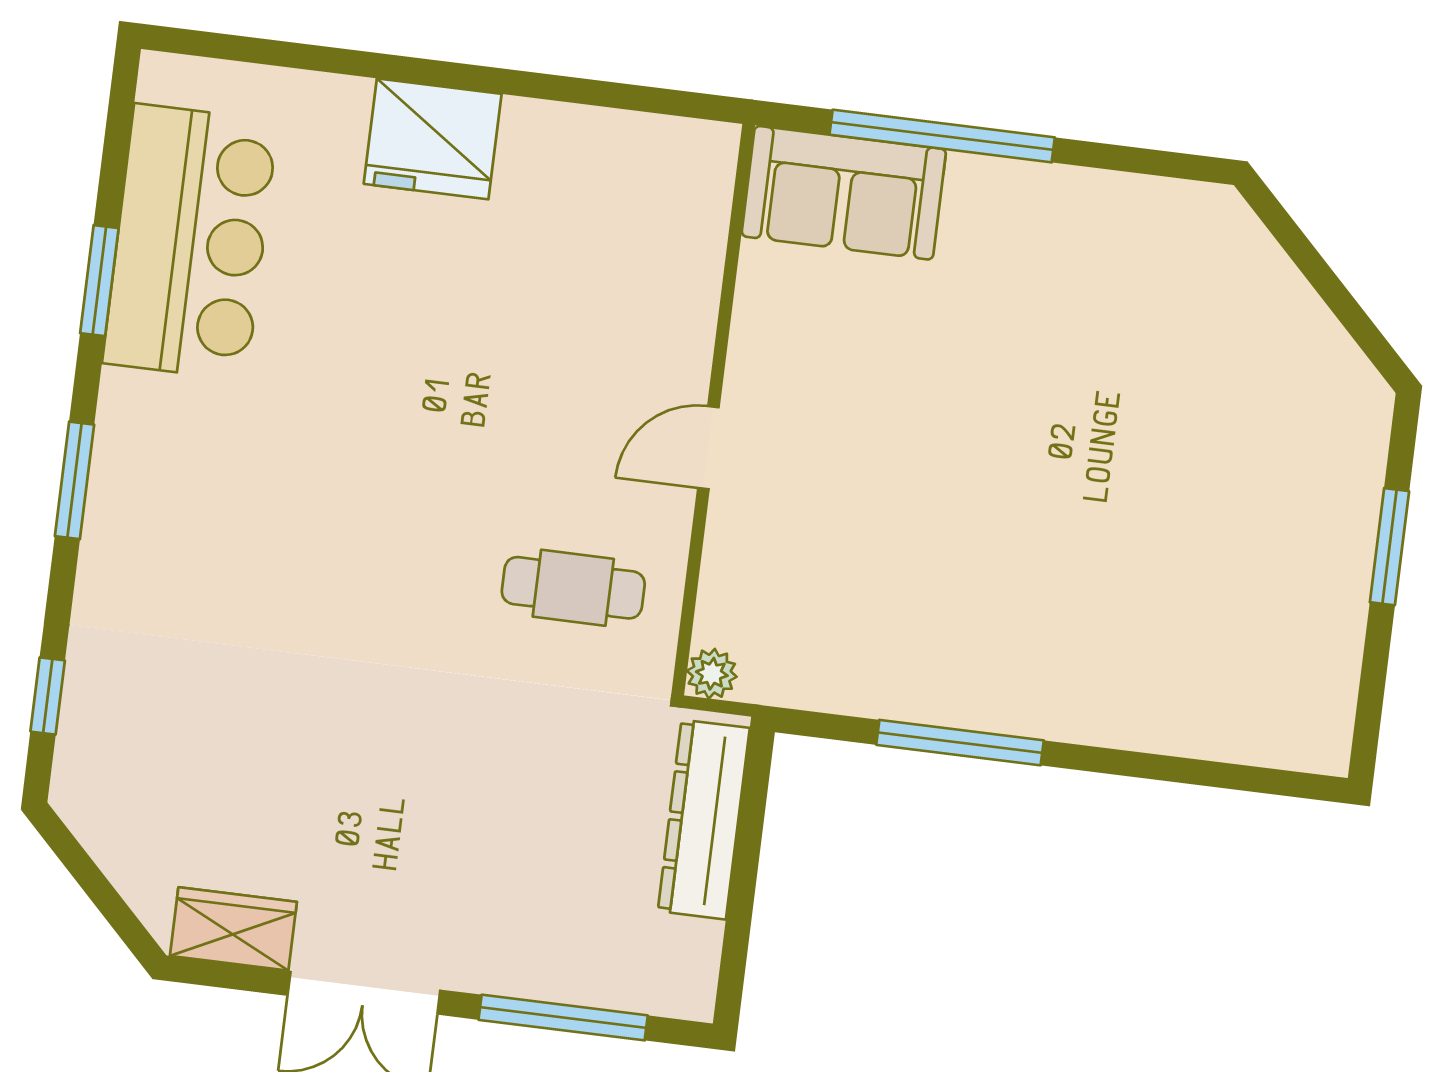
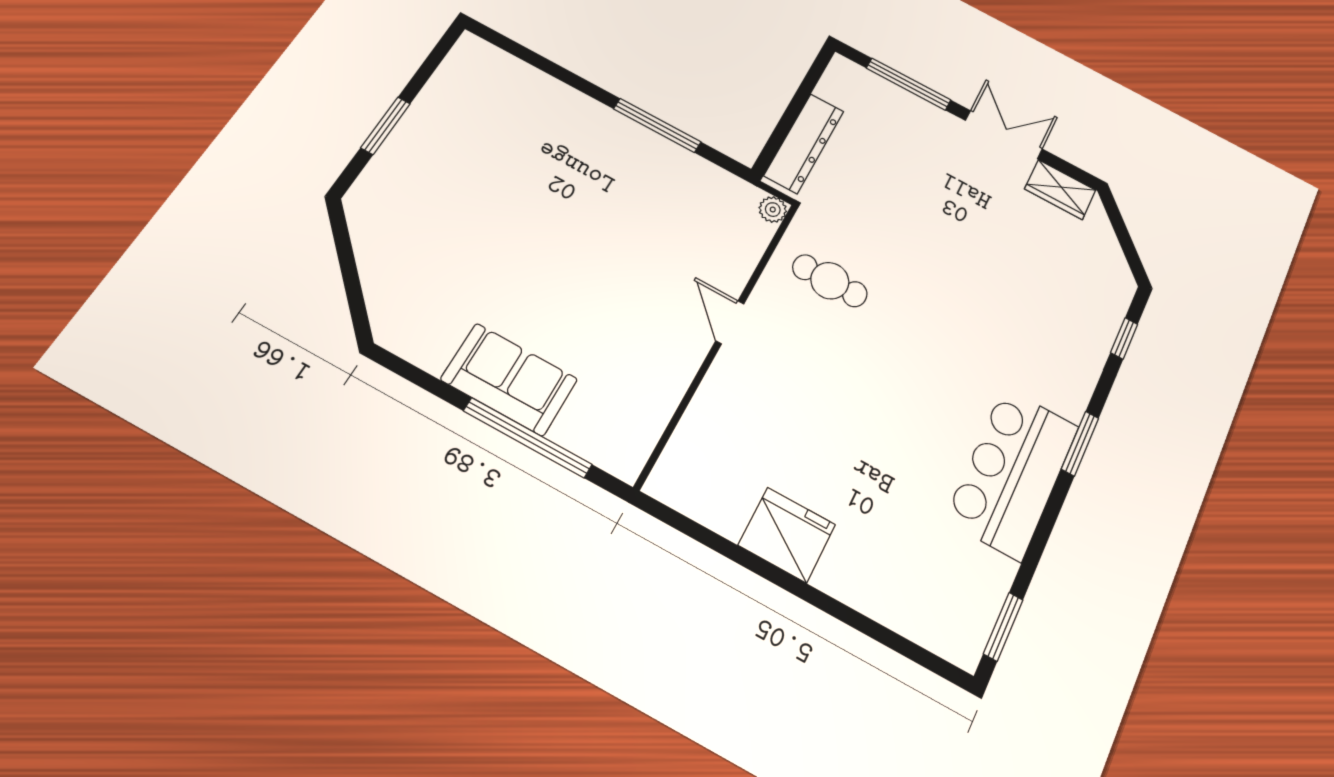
fridge: (433, 139) -> (787, 535), moved
sofa: (844, 193) -> (509, 379), moved
bar counter: (190, 242) -> (1012, 473), moved
window: (99, 281) -> (1003, 627), moved
door: (708, 448) -> (730, 322), swing flipped

